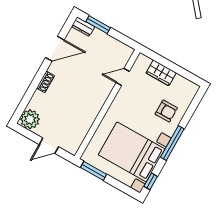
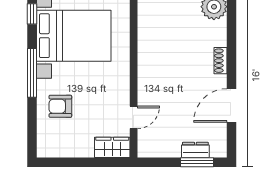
dresser: (83, 27) -> (195, 150), moved
wardrobe: (161, 73) -> (112, 147), moved

